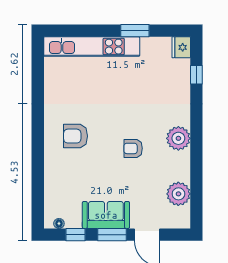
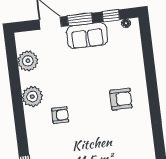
plant: (178, 138) -> (32, 97), moved
armchair: (133, 148) -> (60, 115), moved

